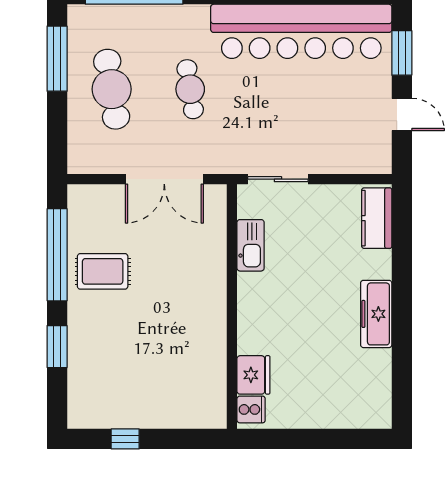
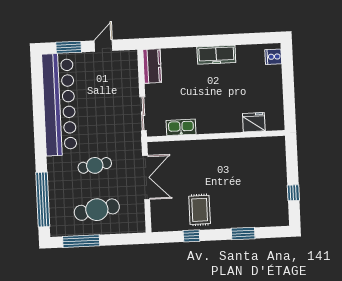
kitchen counter: (377, 218) -> (152, 66), moved, turned -90
window: (57, 255) -> (191, 236), width x0.32
cooker: (251, 409) -> (273, 57), moved, turned -90

